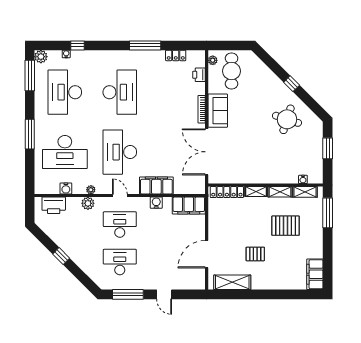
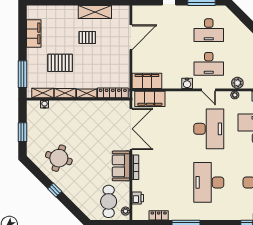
filing cabinet: (156, 185) -> (150, 99), moved
water cooler: (156, 203) -> (187, 83), moved
filing cabinet: (315, 274) -> (34, 33), moved
shelving: (232, 282) -> (95, 12), moved

